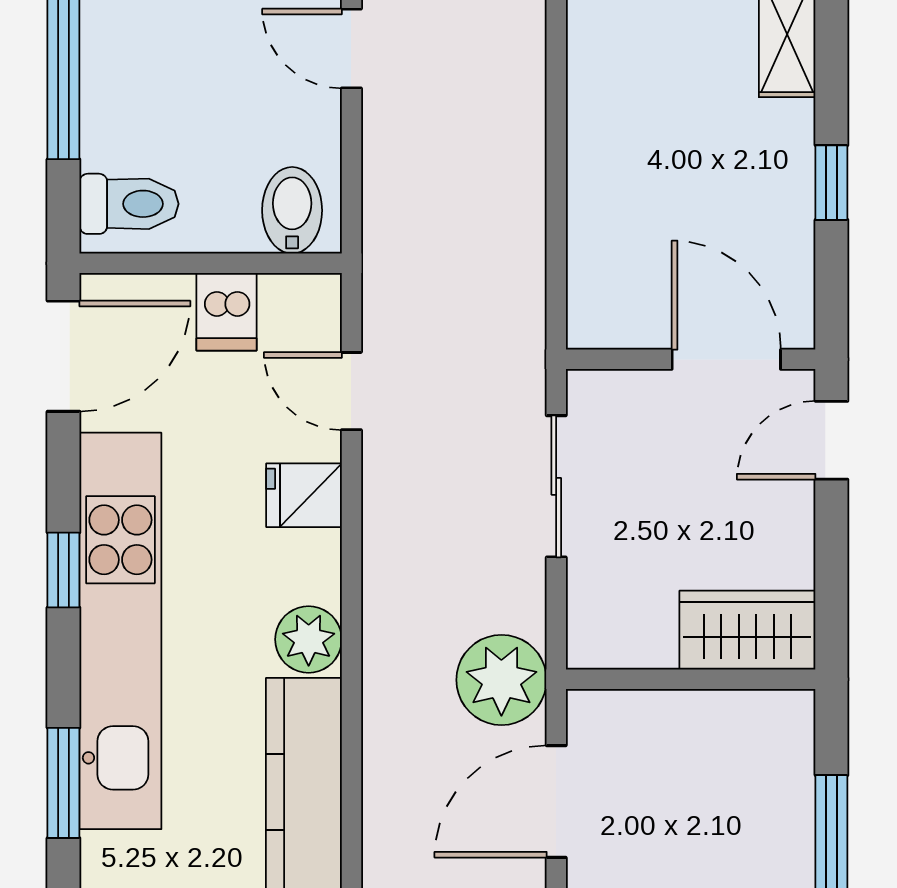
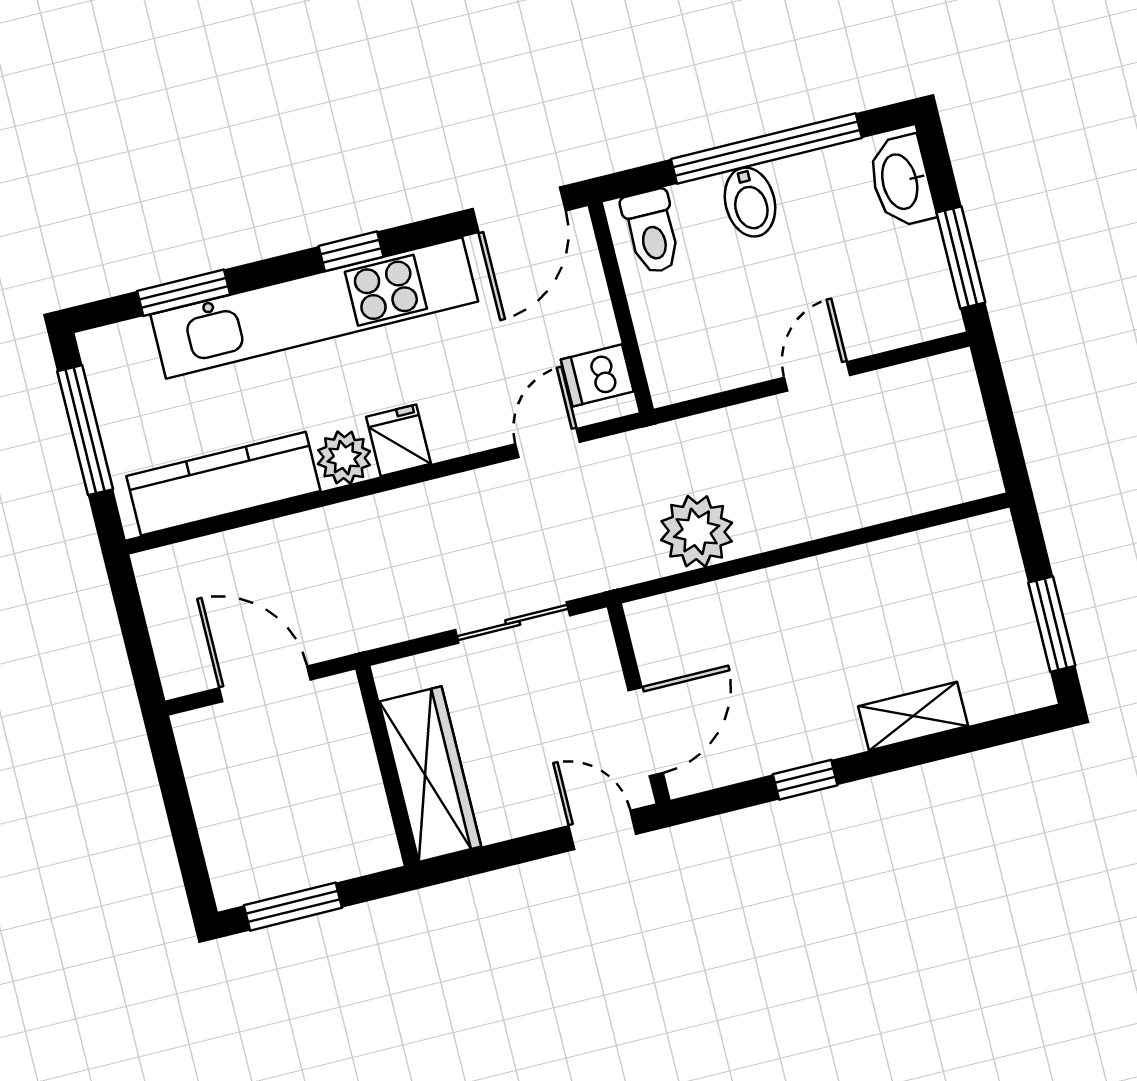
bidet: (292, 210) -> (750, 202), moved, turned 90
dishwasher: (227, 312) -> (597, 375), moved
door: (63, 356) -> (519, 210), hinge flipped
fridge: (304, 495) -> (398, 440), moved
wardrobe: (747, 630) -> (430, 774), width x1.50
plant: (501, 680) -> (697, 531), moved

